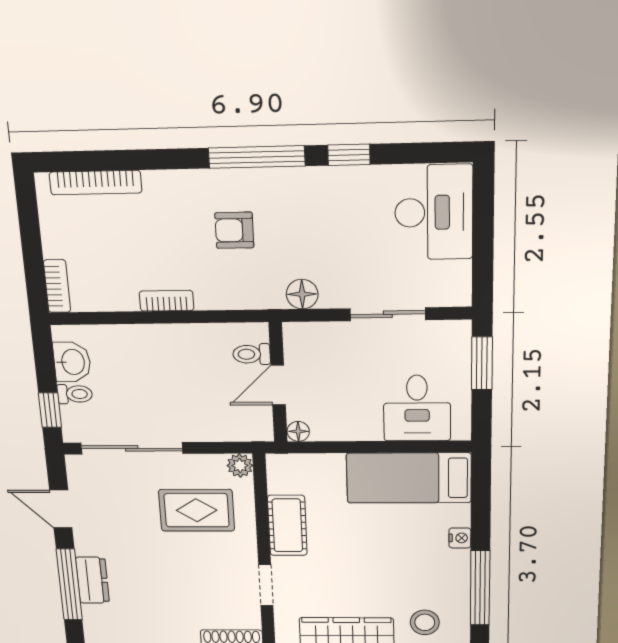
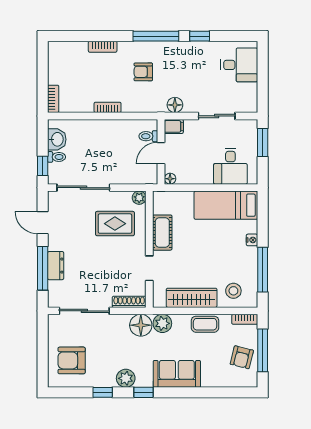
bookcase: (95, 183) -> (103, 47), moved, width x0.64
desk: (434, 212) -> (239, 65), width x0.73
filing cabinet: (302, 335) -> (174, 126), added

